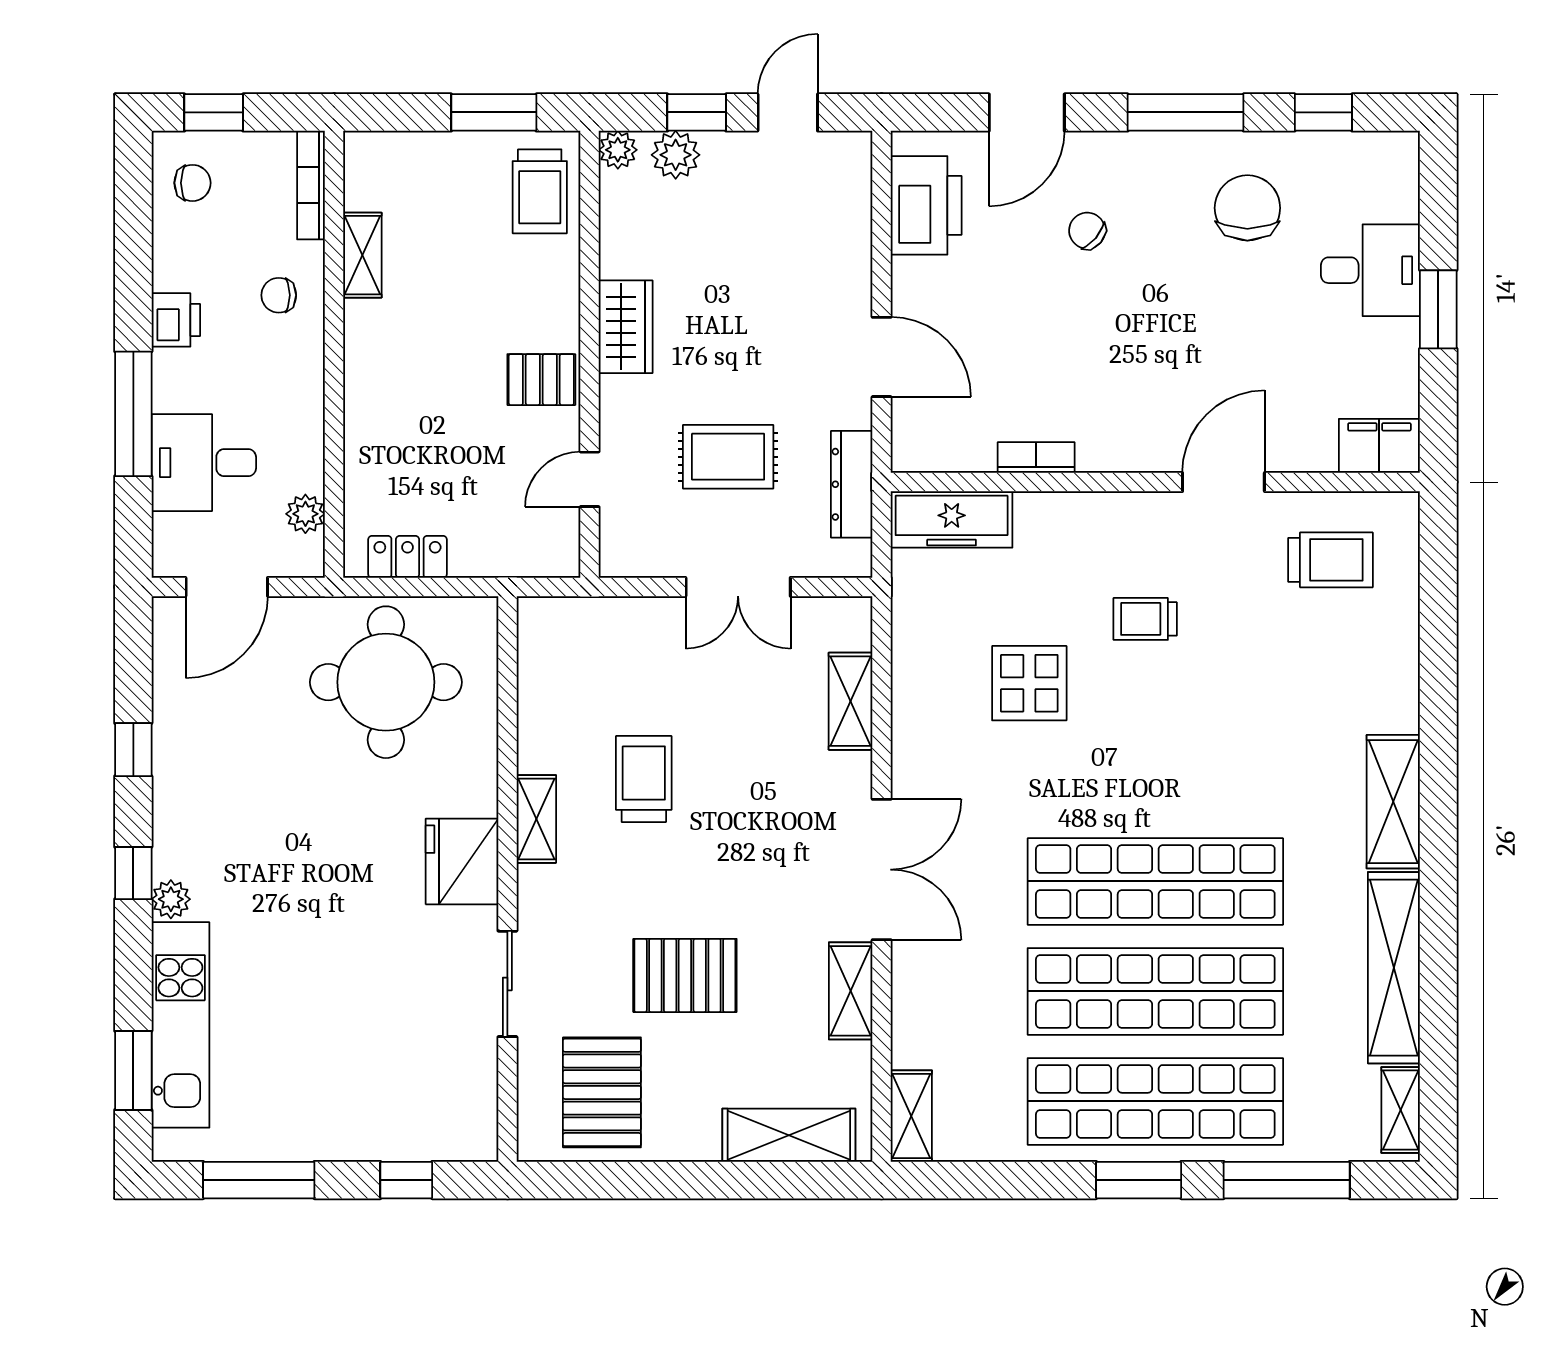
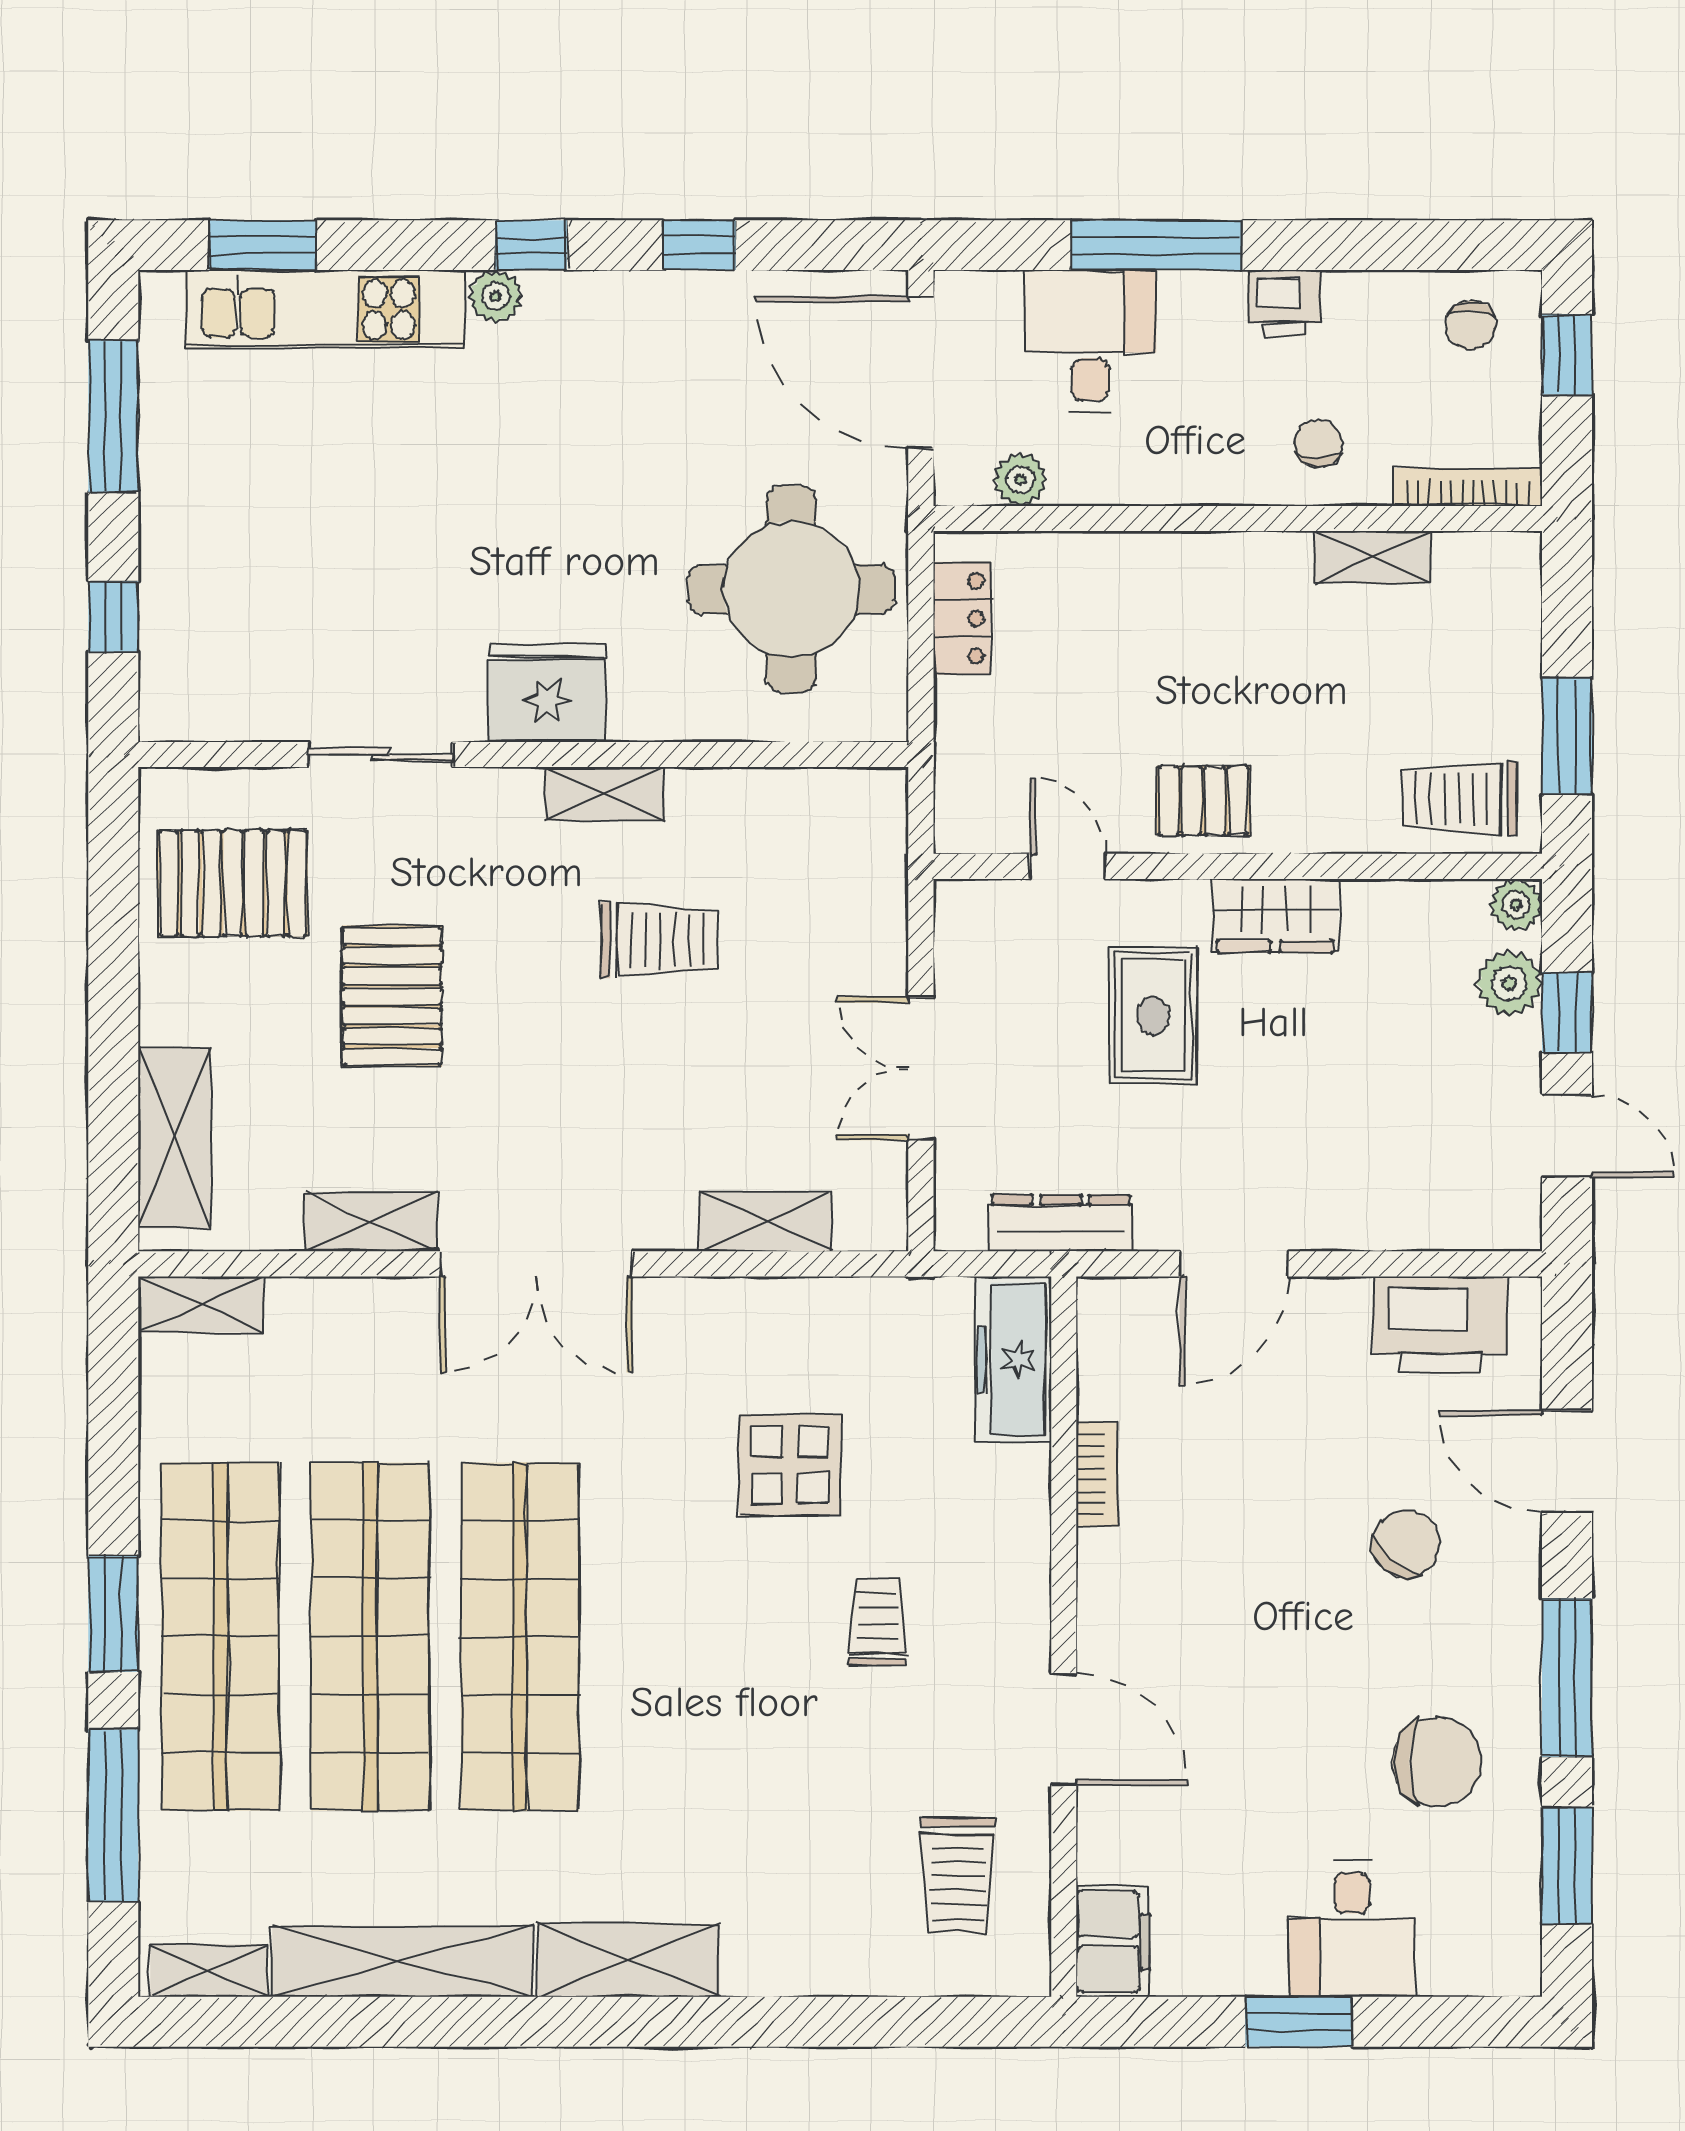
window: (1323, 112) -> (1567, 1865), width x1.50
chair: (1087, 231) -> (1406, 1544), width x1.37, depth x1.37
pallet: (541, 380) -> (1203, 801), turned 90
rug: (728, 457) -> (1153, 1016), moved
door: (227, 587) -> (921, 372), width x1.36

